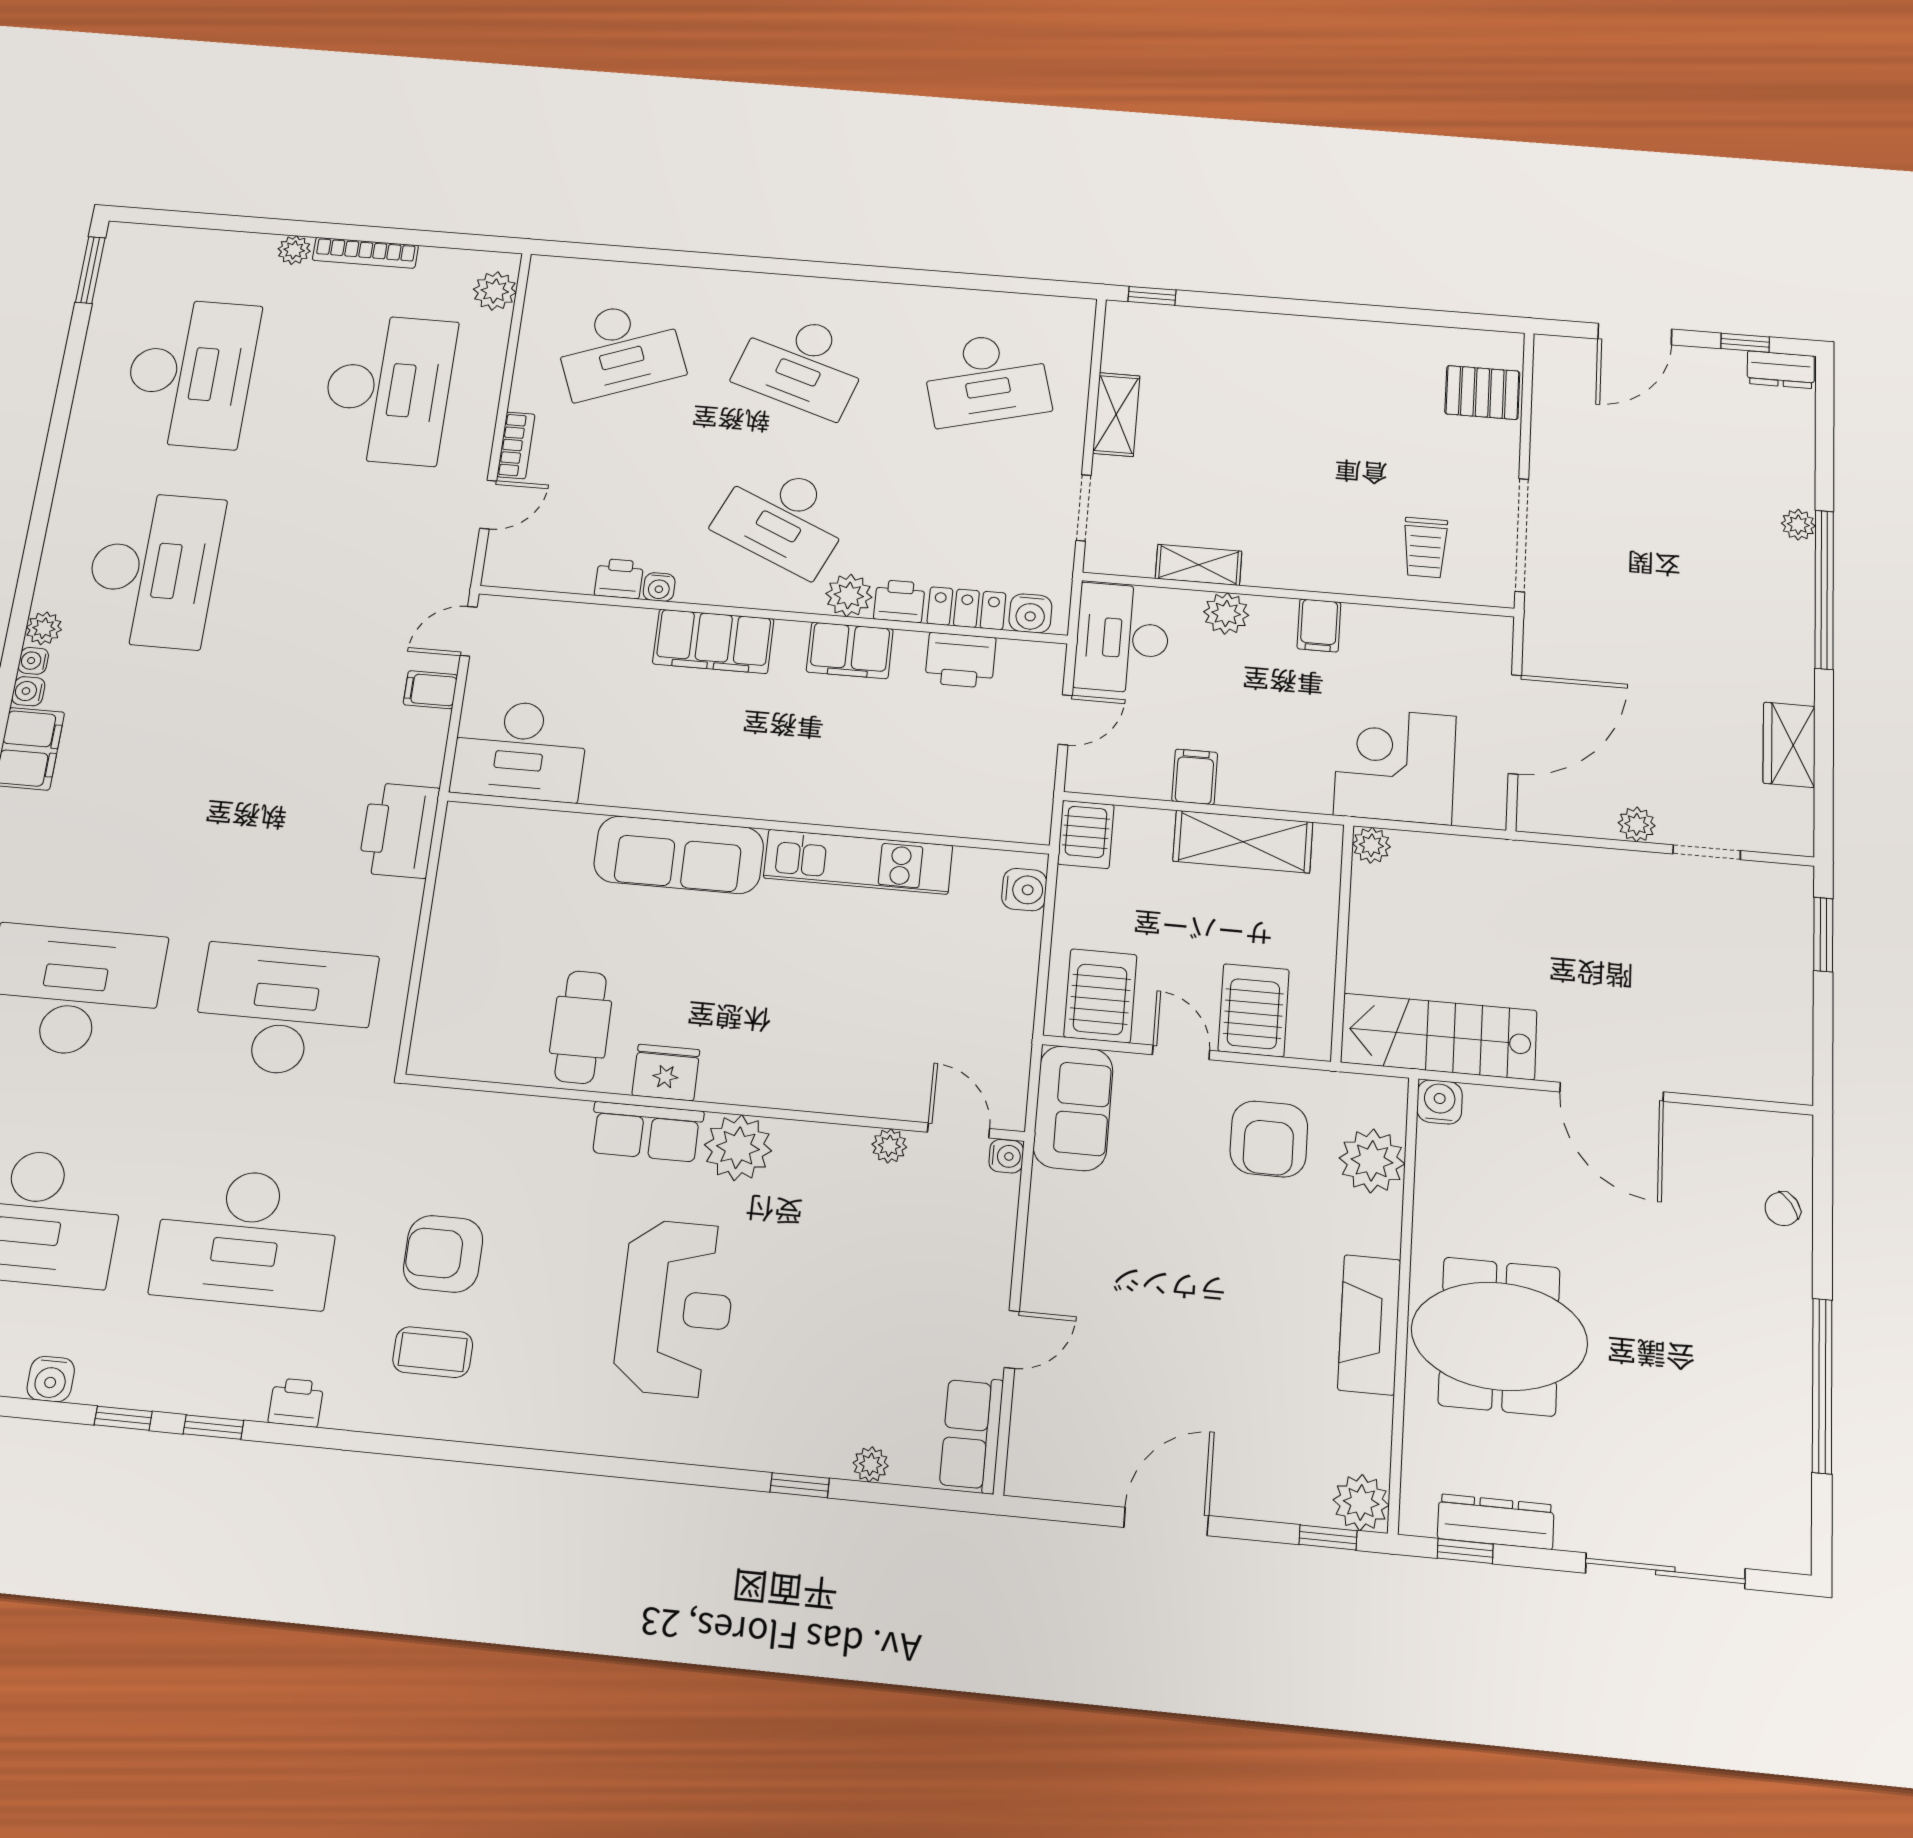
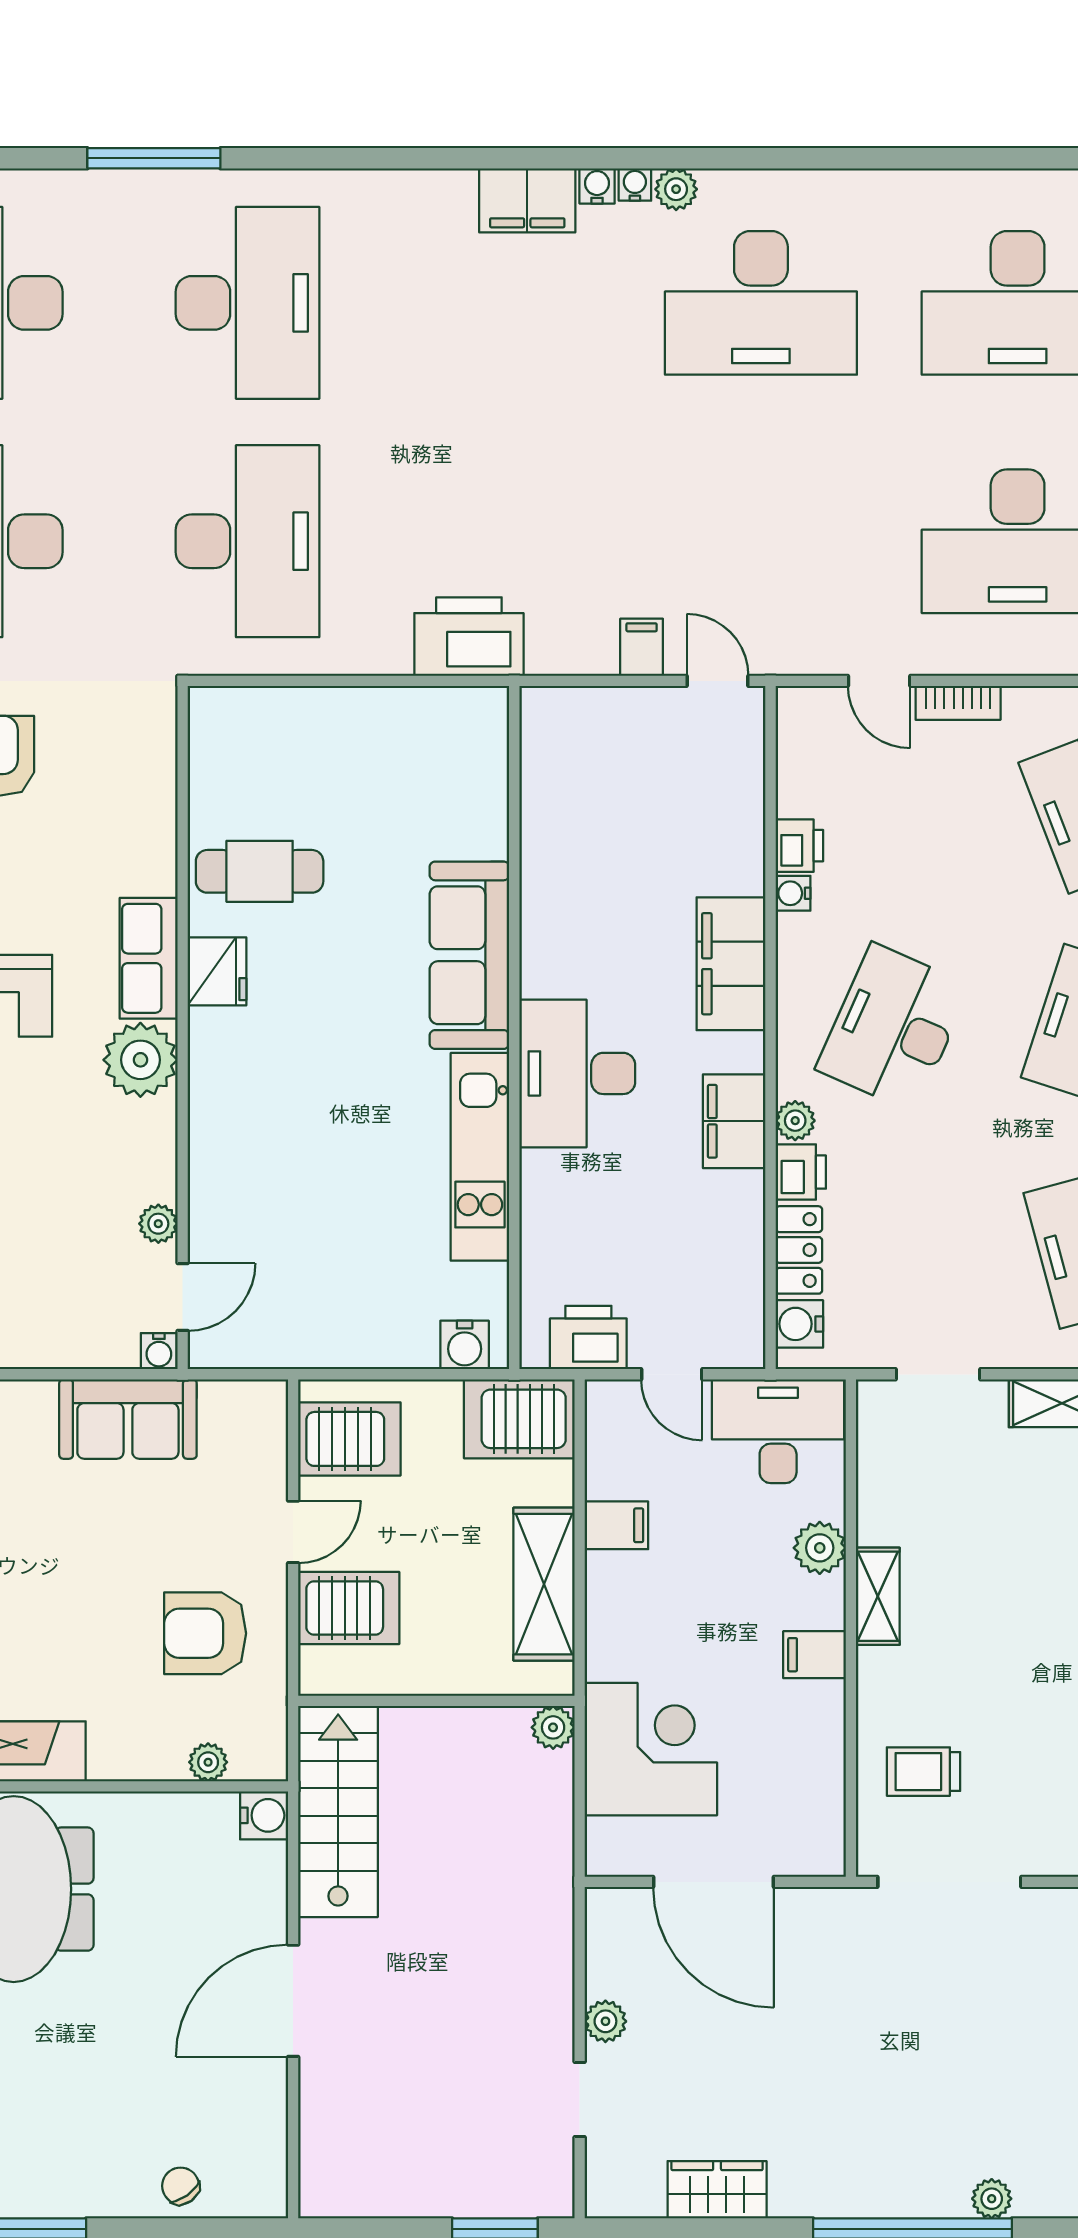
shelving: (1199, 565) -> (878, 1596), moved
plant: (849, 595) -> (795, 1121), width x0.73, depth x0.73
printer: (960, 660) -> (588, 1338), moved, turned 90
desk: (520, 750) -> (577, 1073), moved
server rack: (1086, 834) -> (519, 1419), width x1.36, depth x1.44
sofa: (1073, 1108) -> (128, 1419), moved
plant: (1372, 1161) -> (208, 1762), width x0.53, depth x0.53

